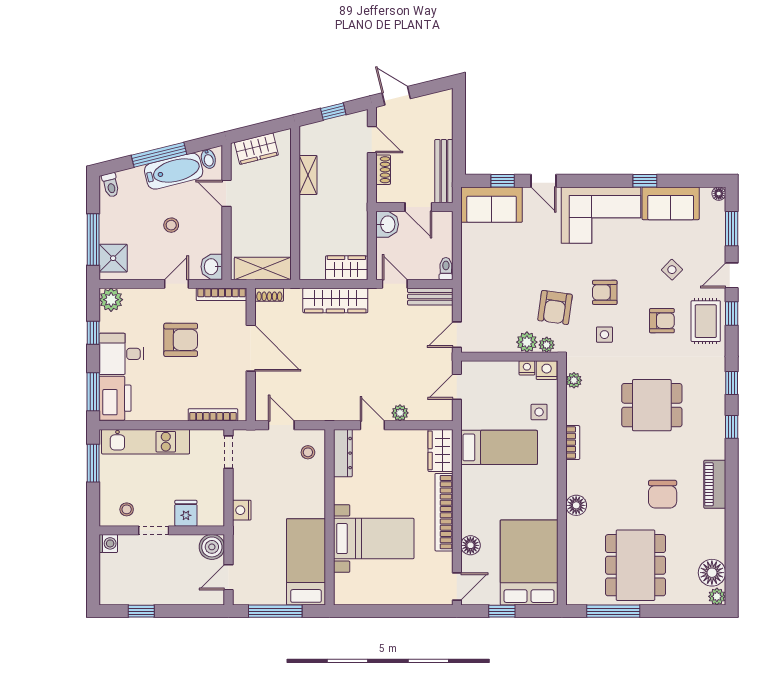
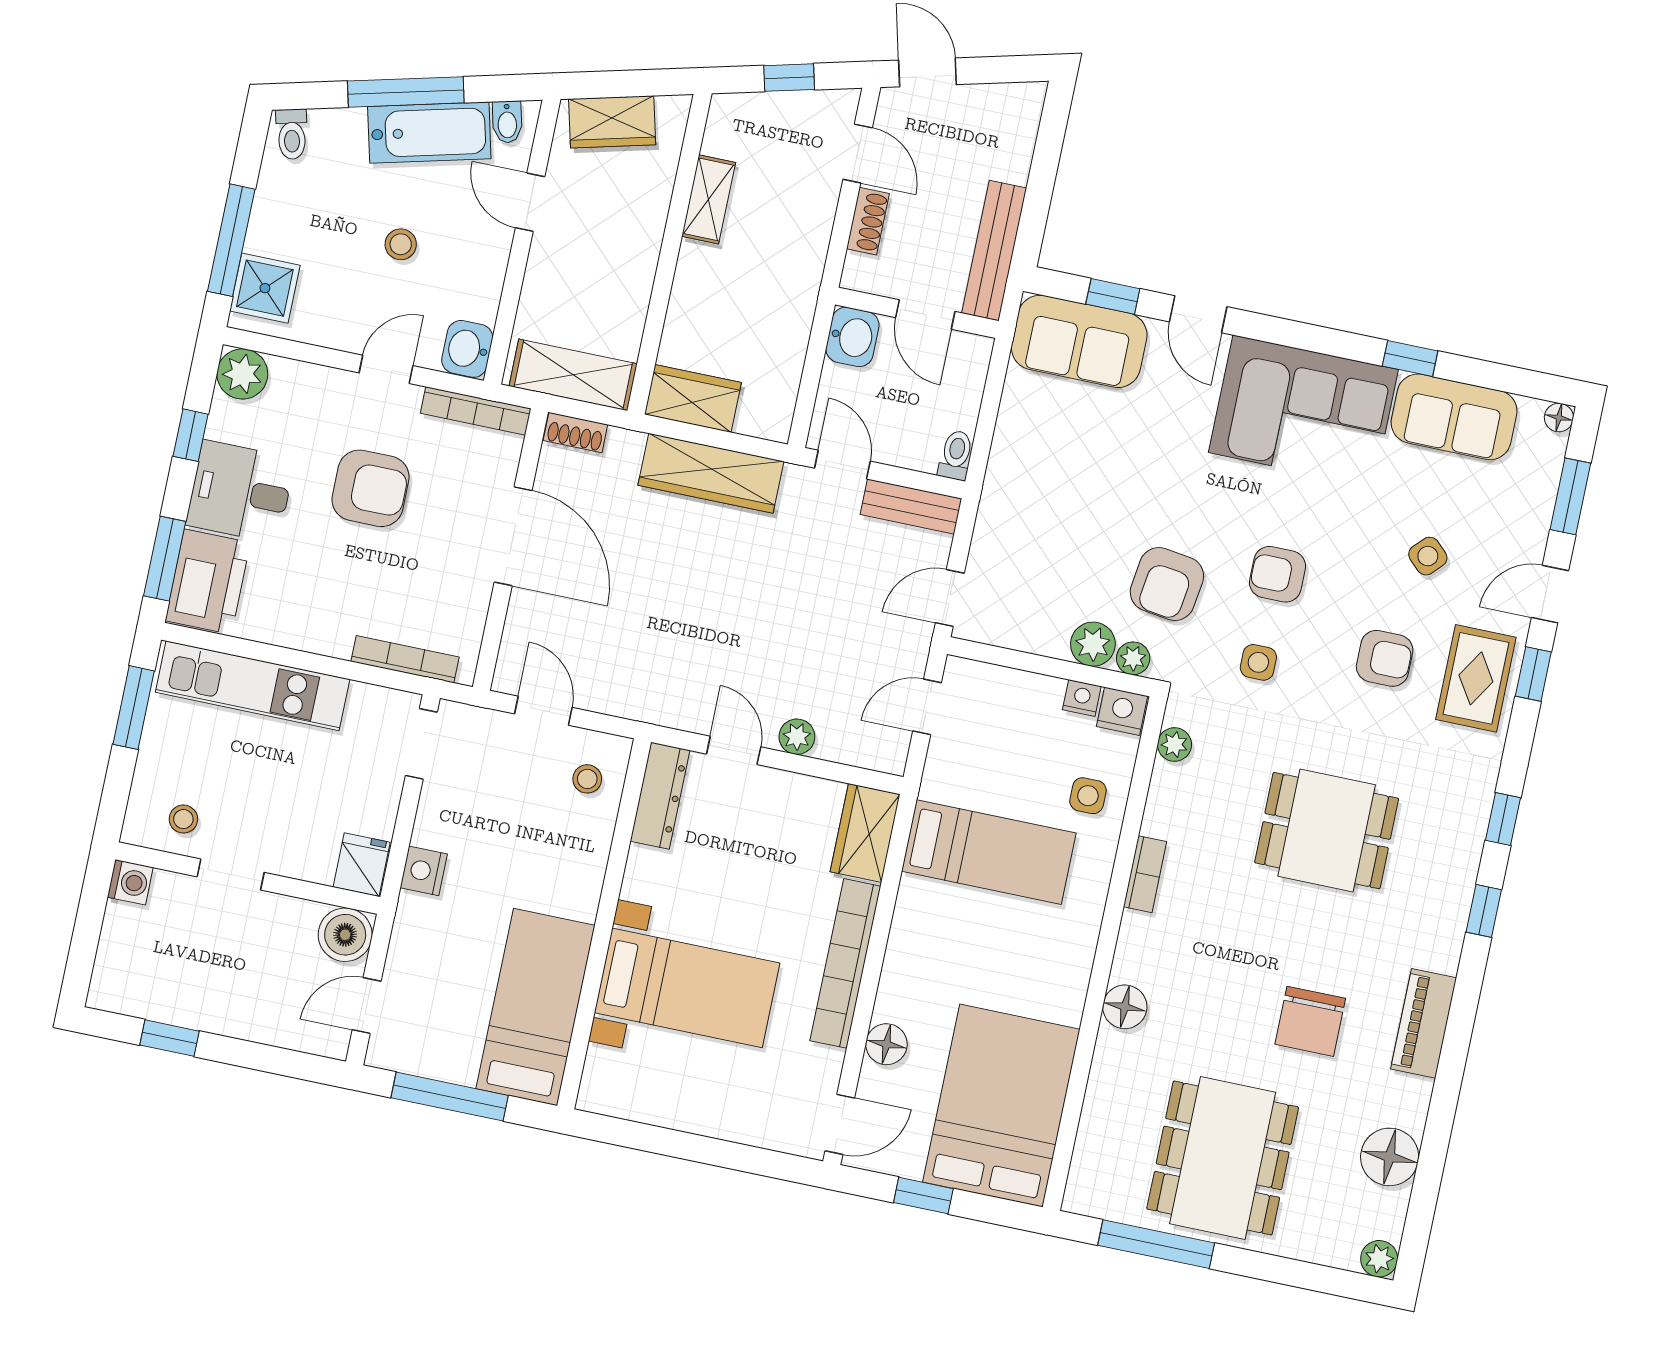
wardrobe: (346, 268) -> (693, 398), moved
fridge: (186, 513) -> (362, 865), moved
floor lamp: (712, 573) -> (1390, 1157), moved

